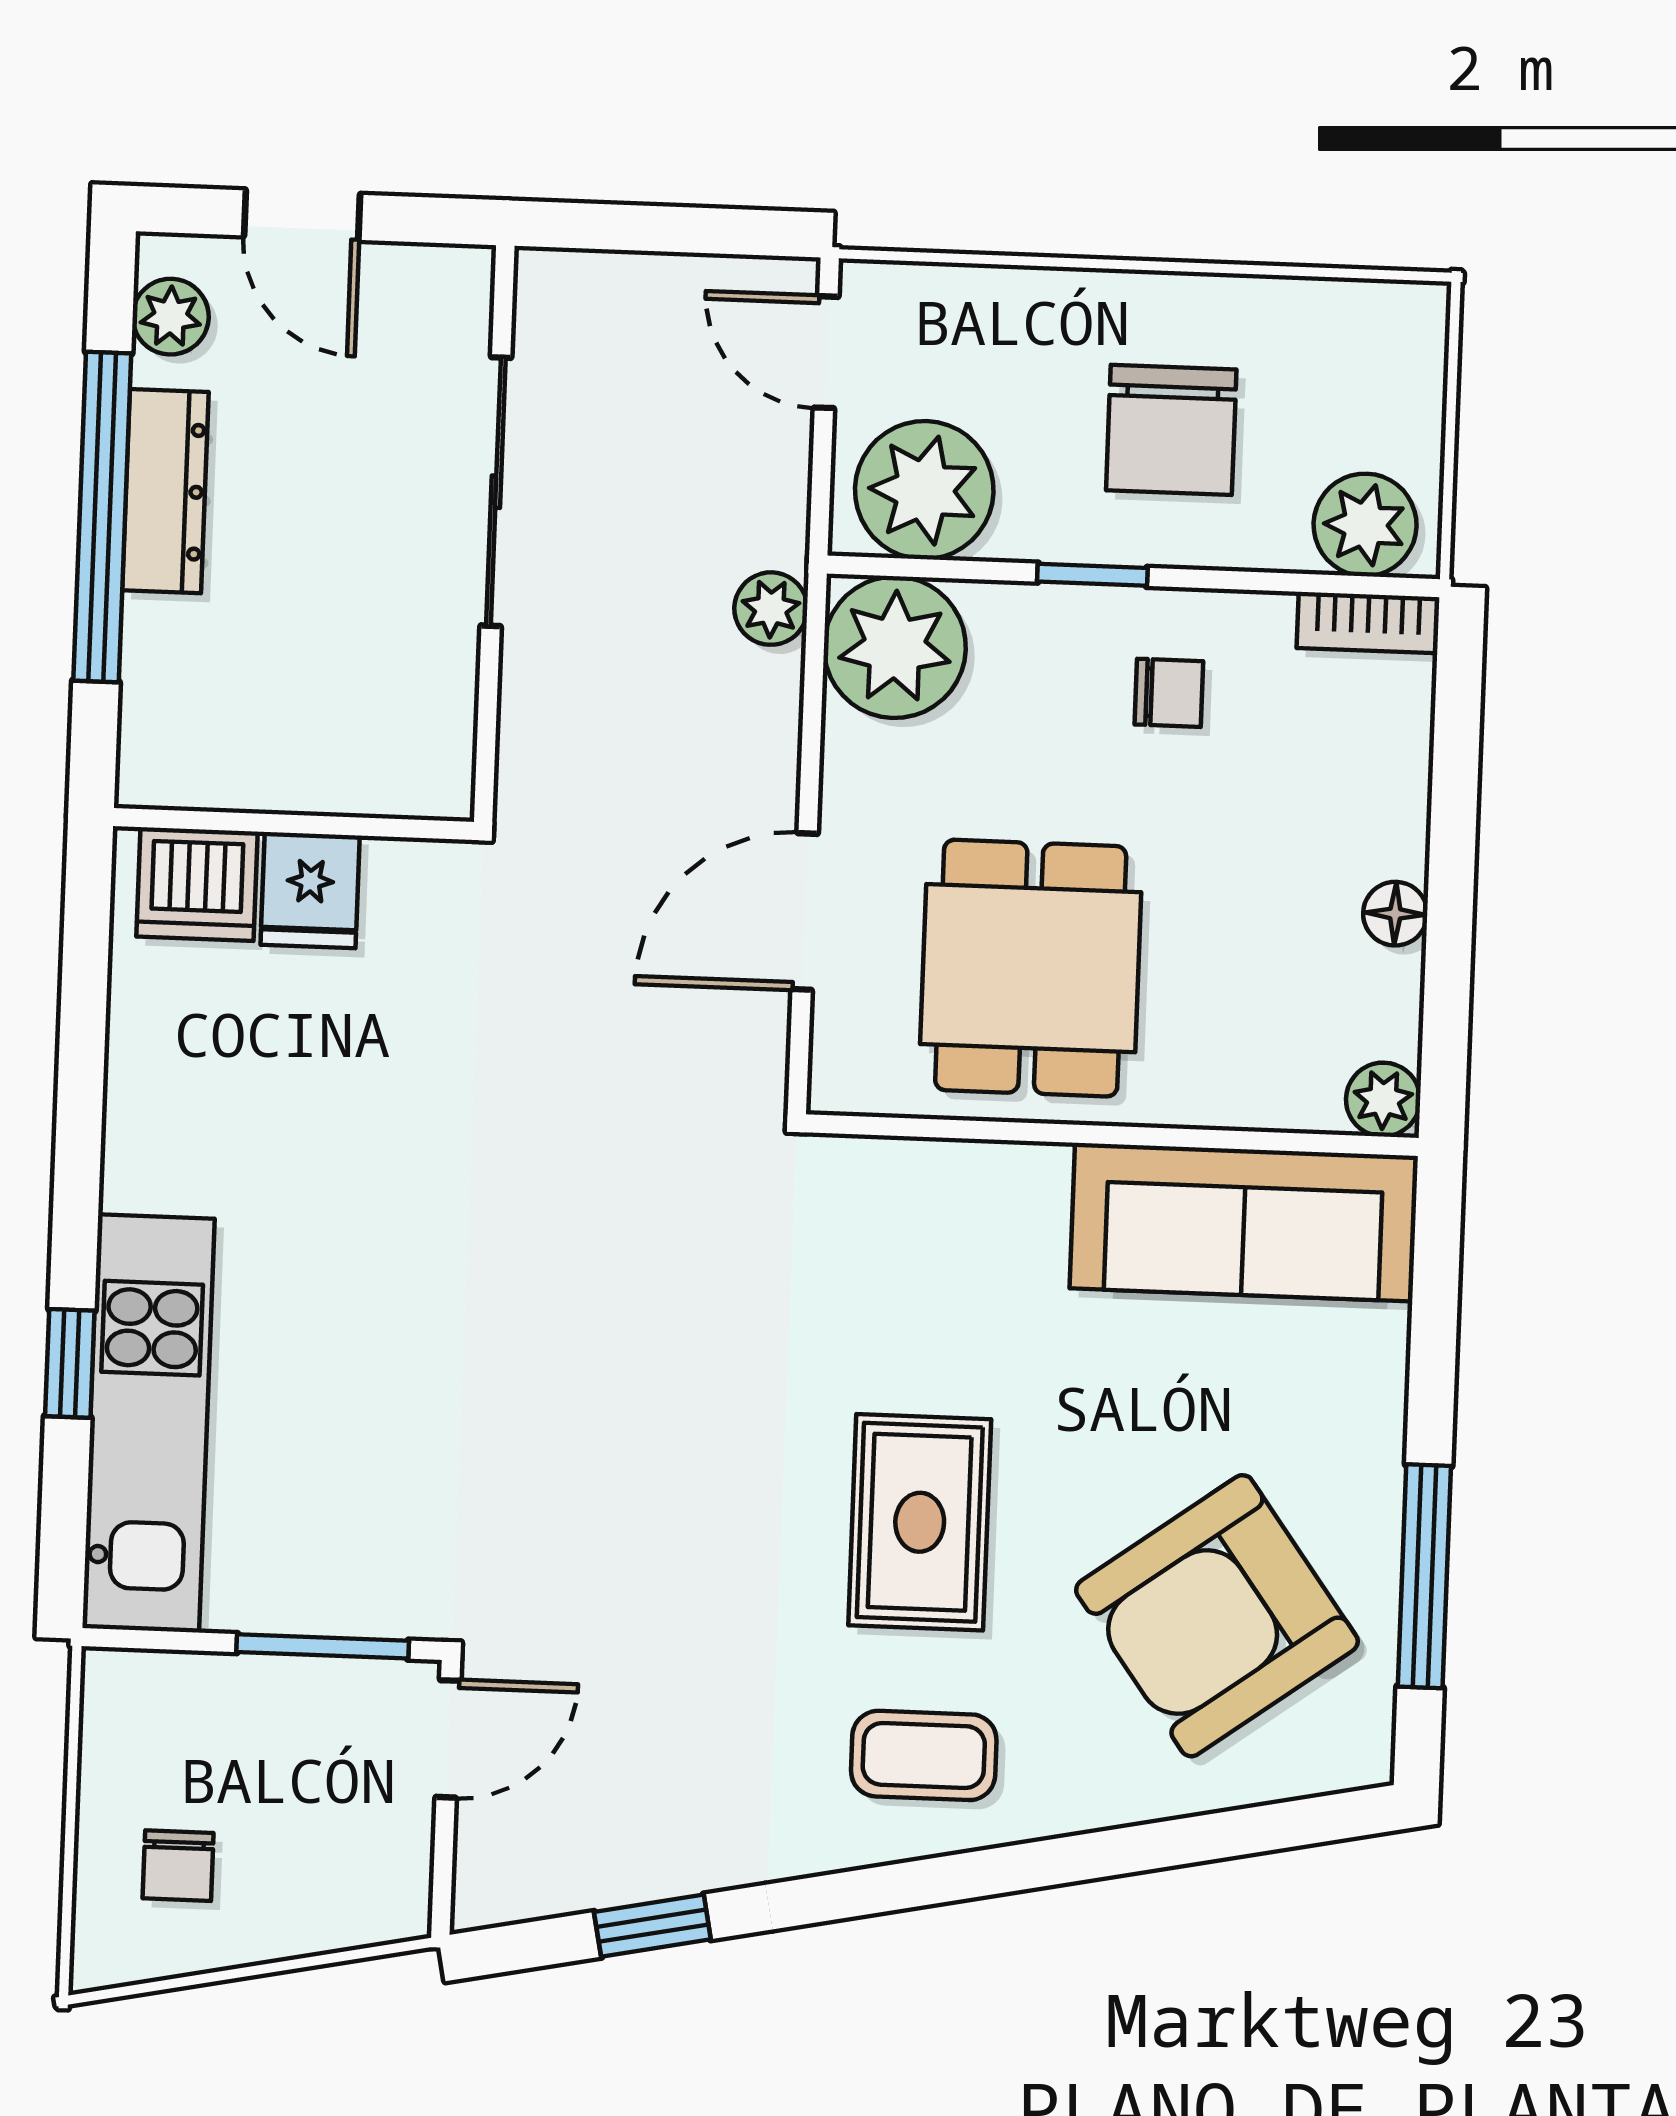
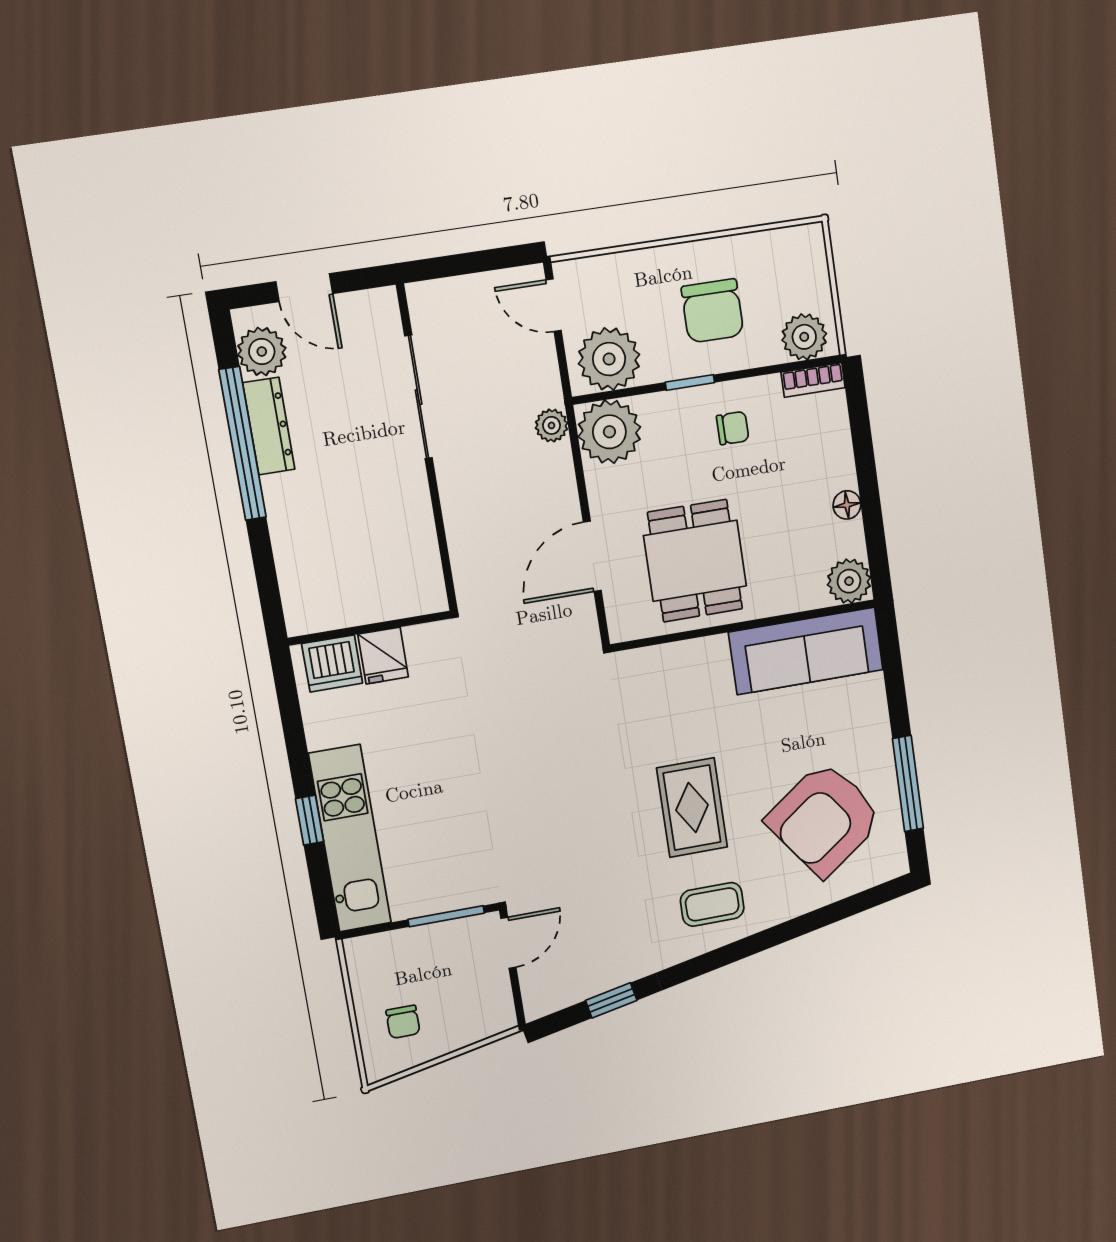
plant: (171, 317) -> (262, 352), width x1.38, depth x1.38
wall: (294, 824) -> (370, 628), moved
dishwasher: (197, 884) -> (332, 663), moved
fridge: (310, 890) -> (383, 656), moved
plant: (1383, 1099) -> (849, 581), width x1.38, depth x1.38

